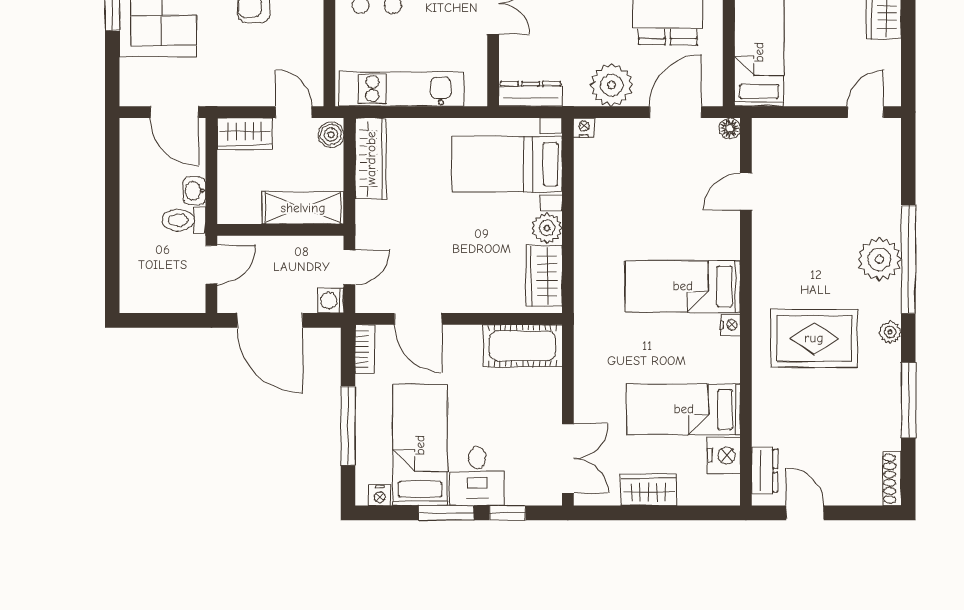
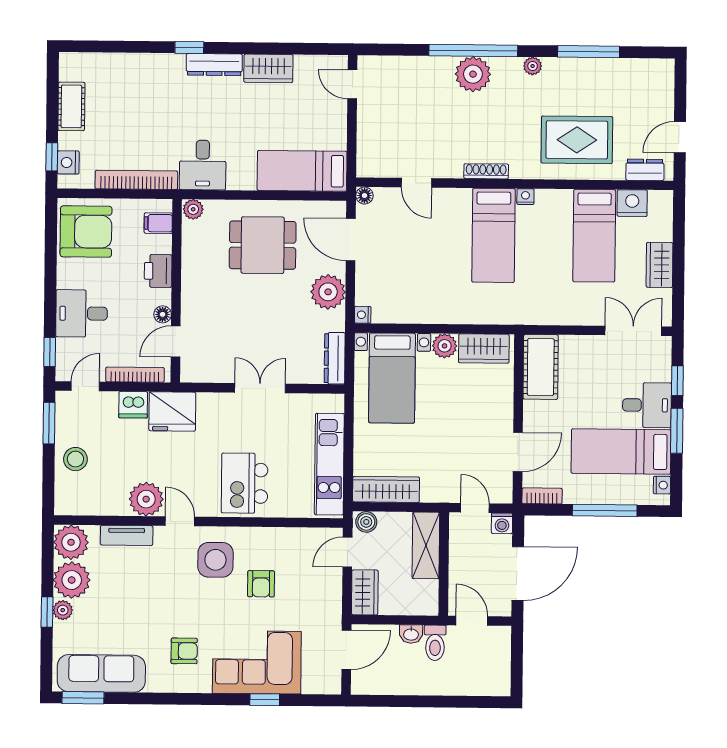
rug: (814, 338) -> (577, 140), moved, turned 90
shoe rack: (892, 479) -> (486, 171), moved, turned 180

